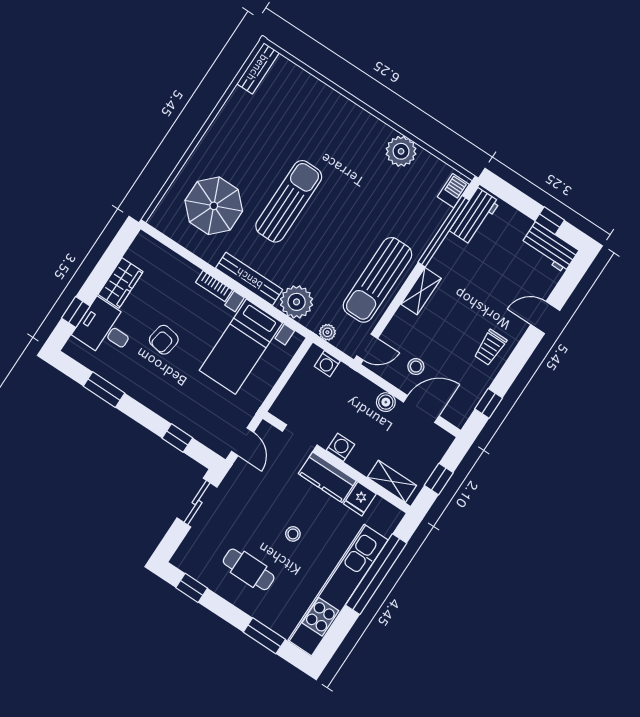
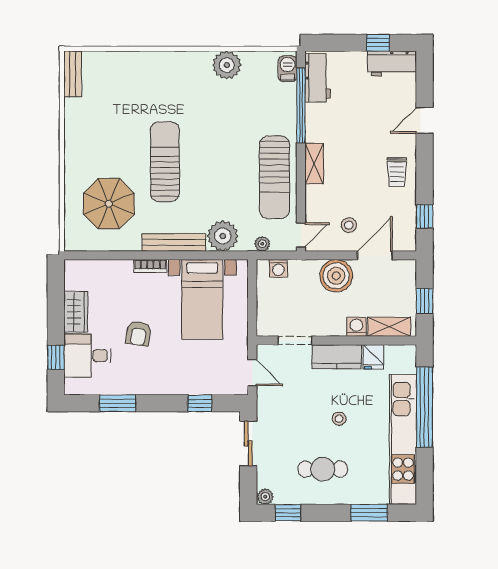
boiler: (386, 402) -> (336, 276), width x1.86, depth x1.86
washing machine: (340, 447) -> (356, 327), moved
plant: (181, 560) -> (265, 497), added

